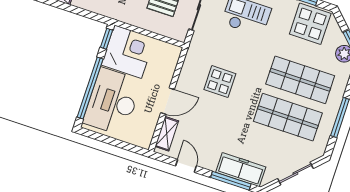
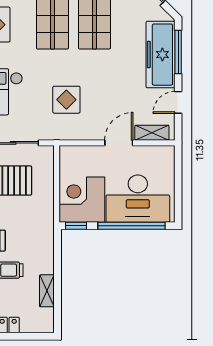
display table: (220, 82) -> (66, 100), moved
door: (168, 101) -> (119, 143), hinge flipped
freezer: (241, 170) -> (160, 55), width x1.36, depth x1.26

